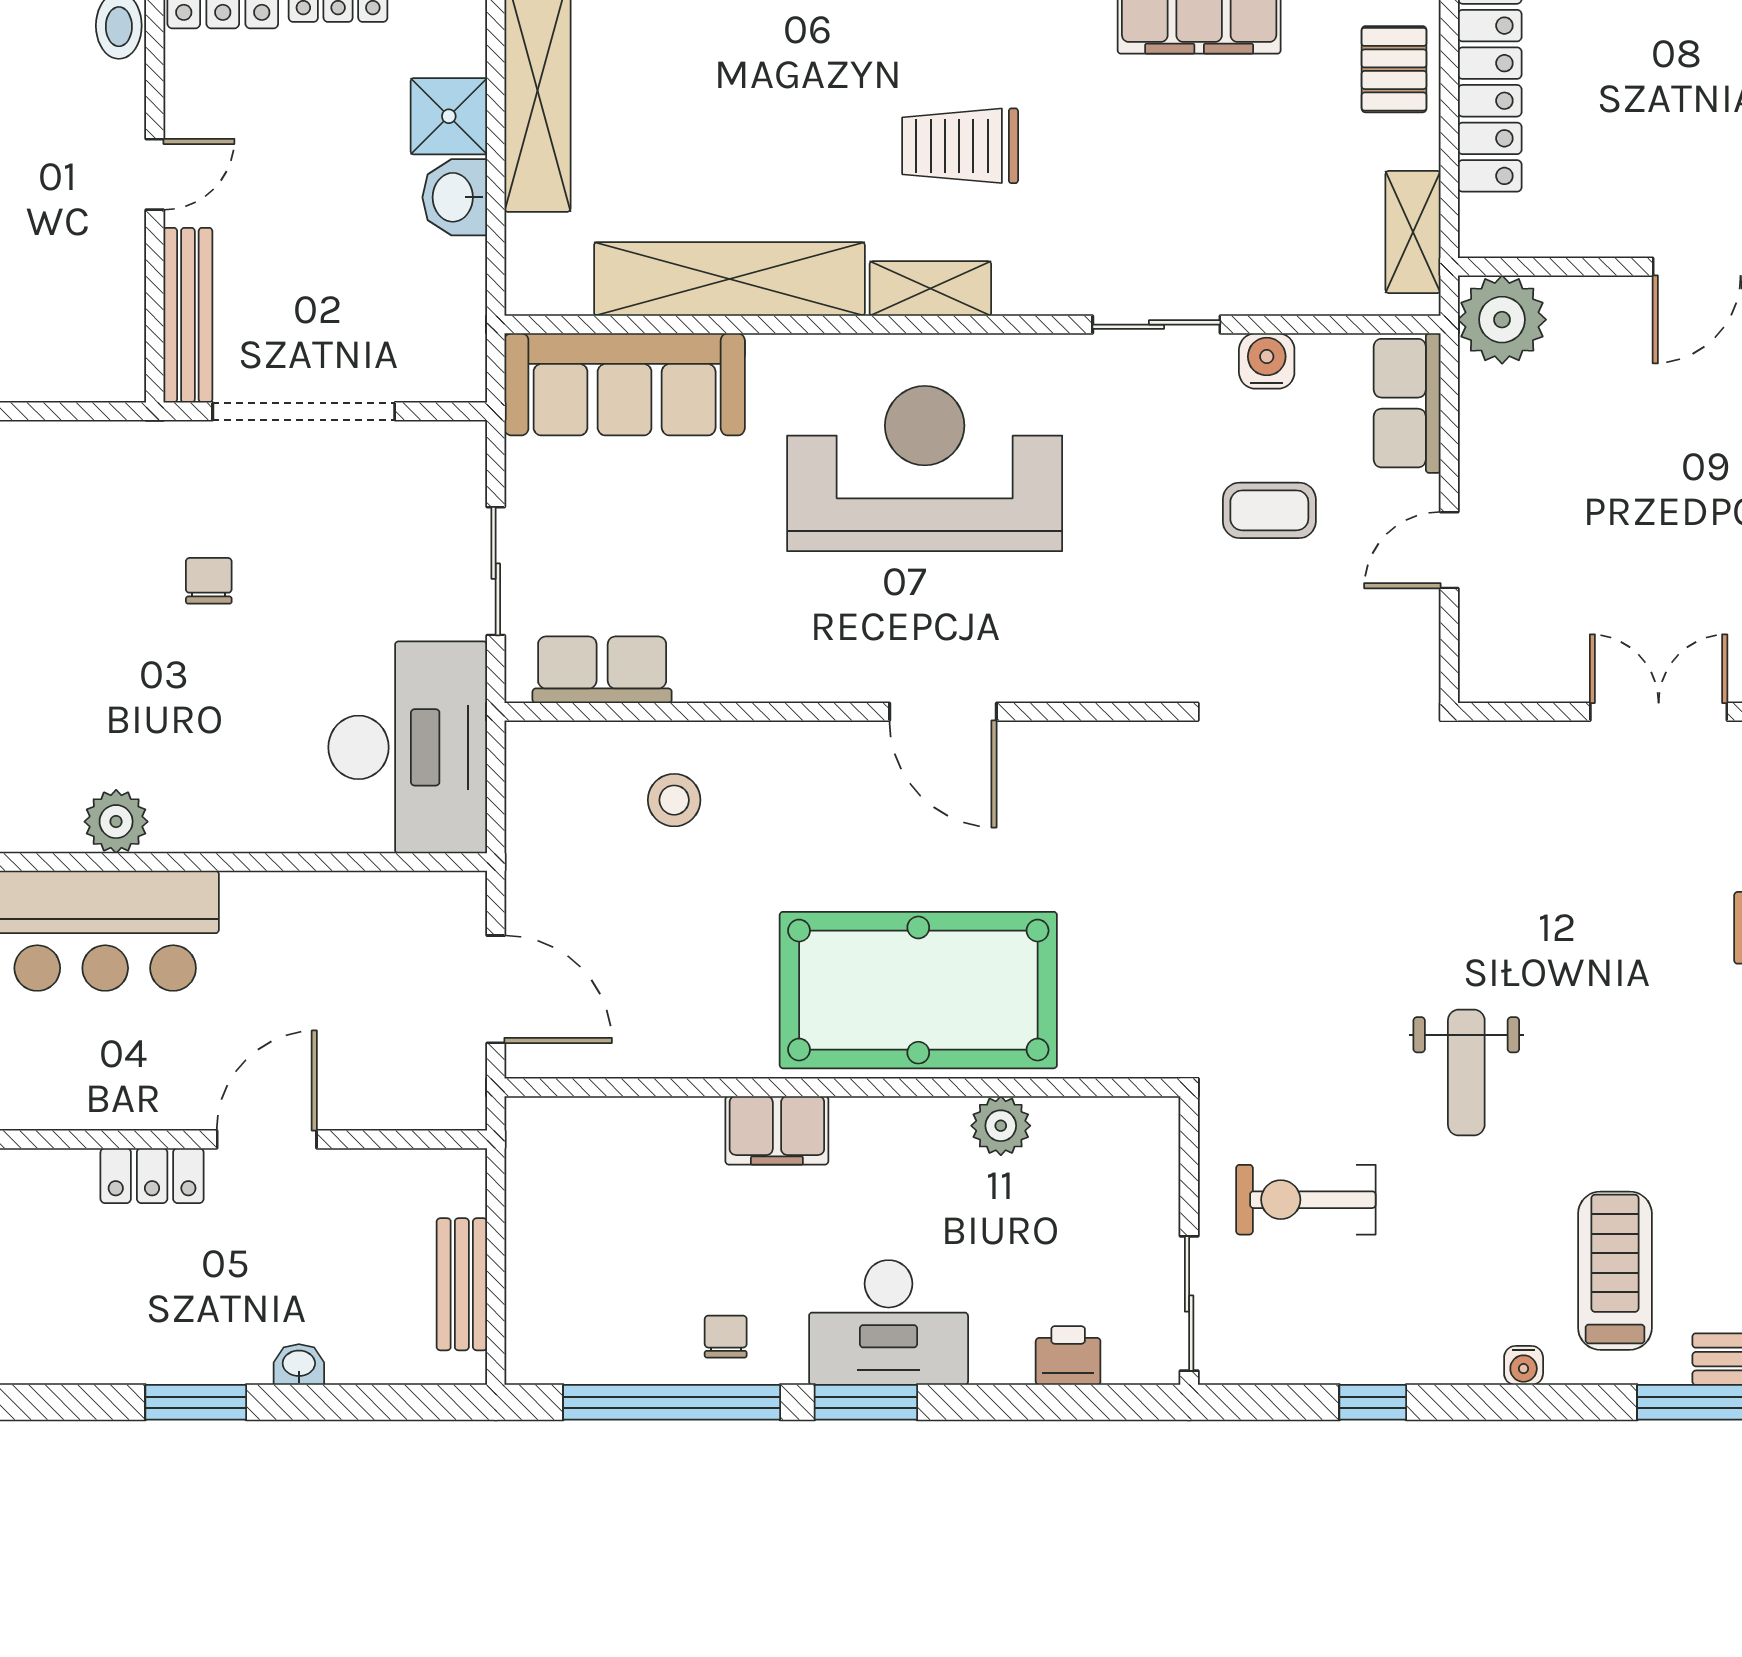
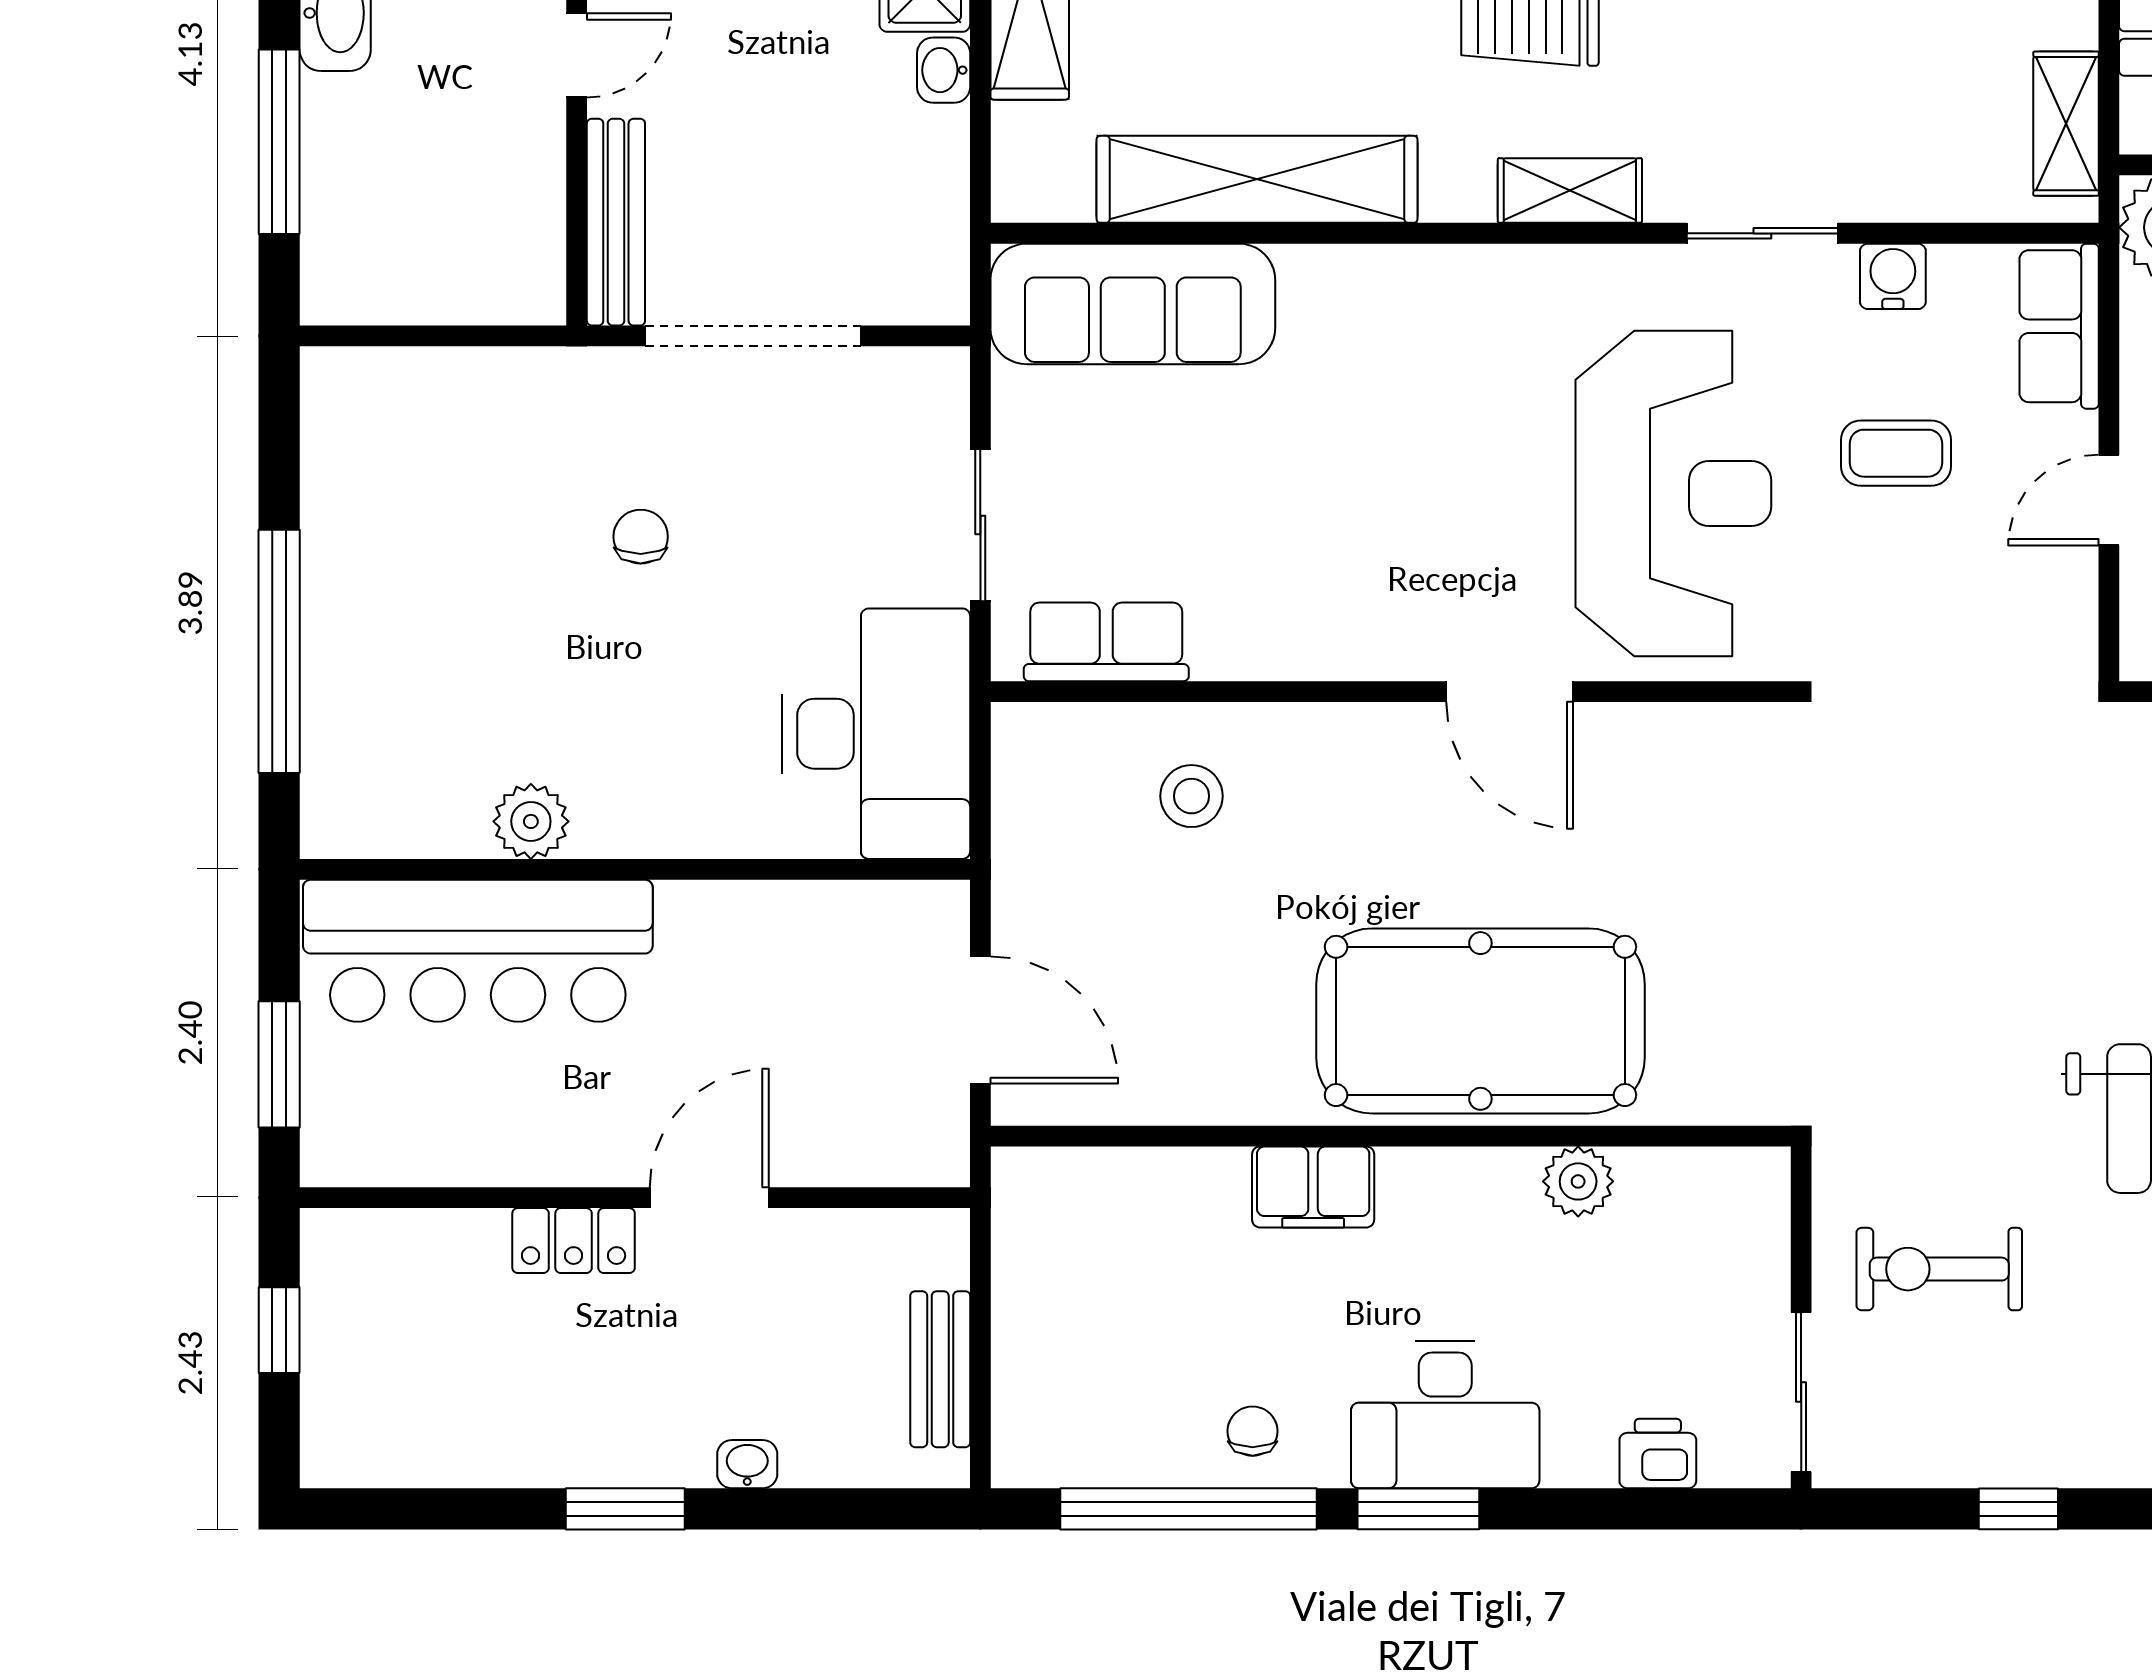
washbasin: (455, 197) -> (944, 70), width x0.72, depth x0.69
shelving: (930, 289) -> (1570, 191), moved
reception desk: (925, 469) -> (1673, 494), moved, turned 90

